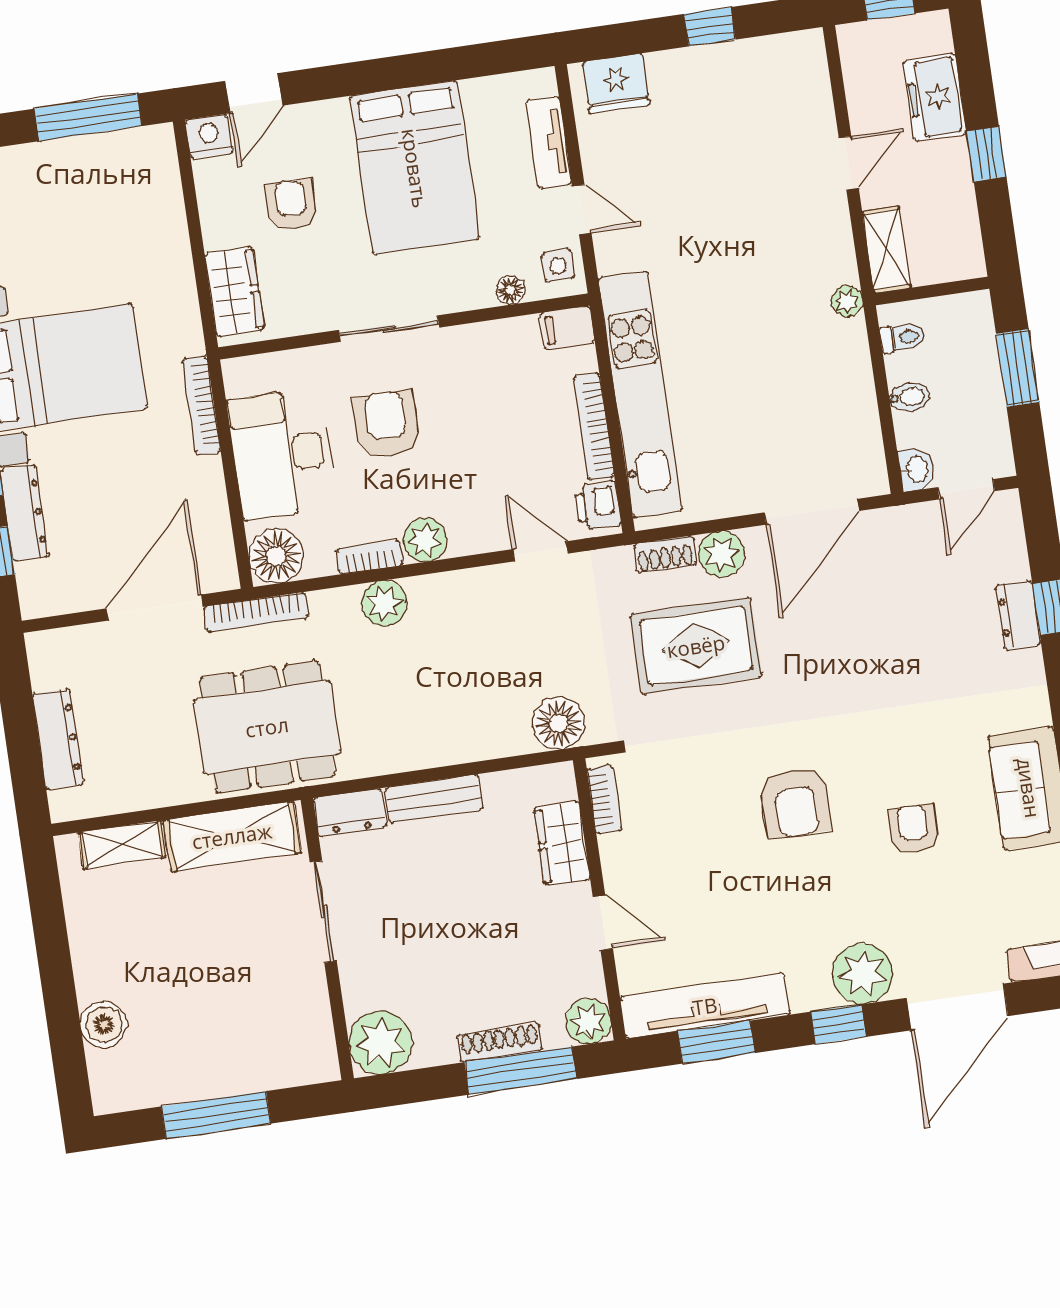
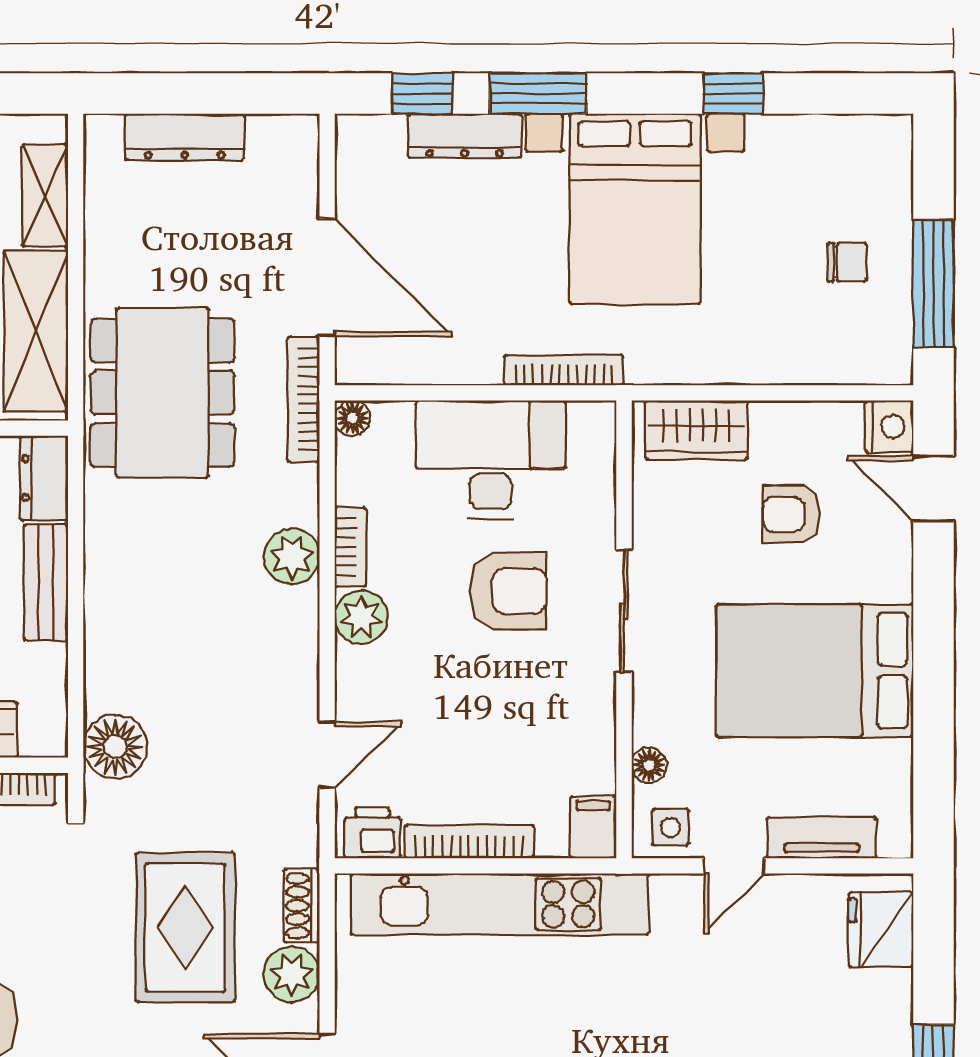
chair: (81, 190) -> (847, 262), added
armchair: (291, 205) -> (792, 514), turned 180
floor lamp: (276, 556) -> (352, 418), width x0.53, depth x0.53

